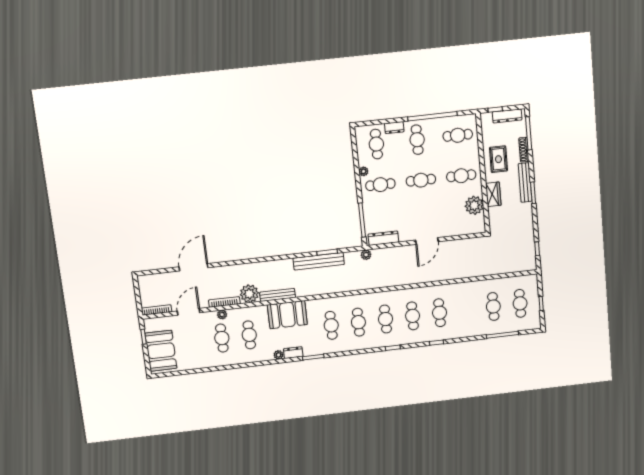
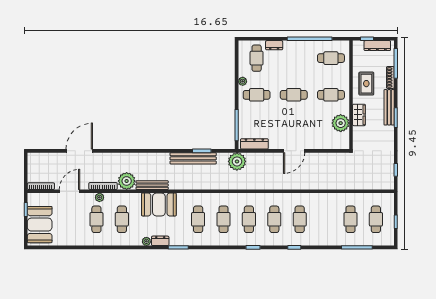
cafe table: (417, 140) -> (294, 58), removed
plant: (366, 255) -> (237, 161), width x1.87, depth x1.87

